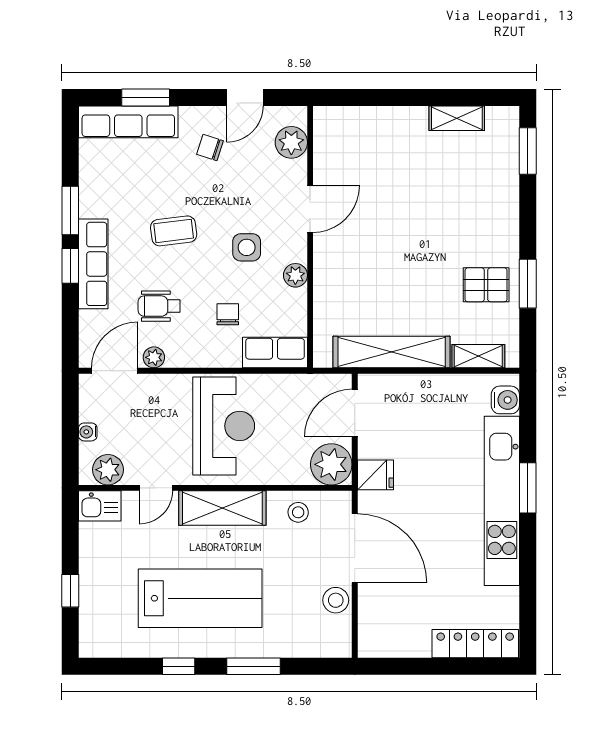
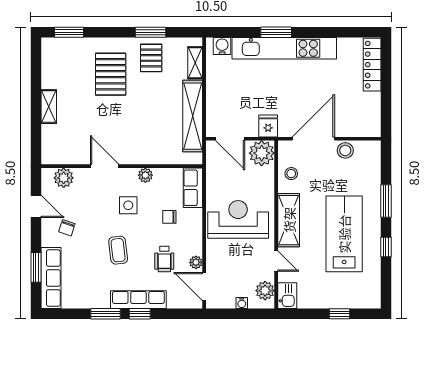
shelving: (457, 118) -> (49, 107), moved
pallet: (460, 219) -> (111, 74), added

